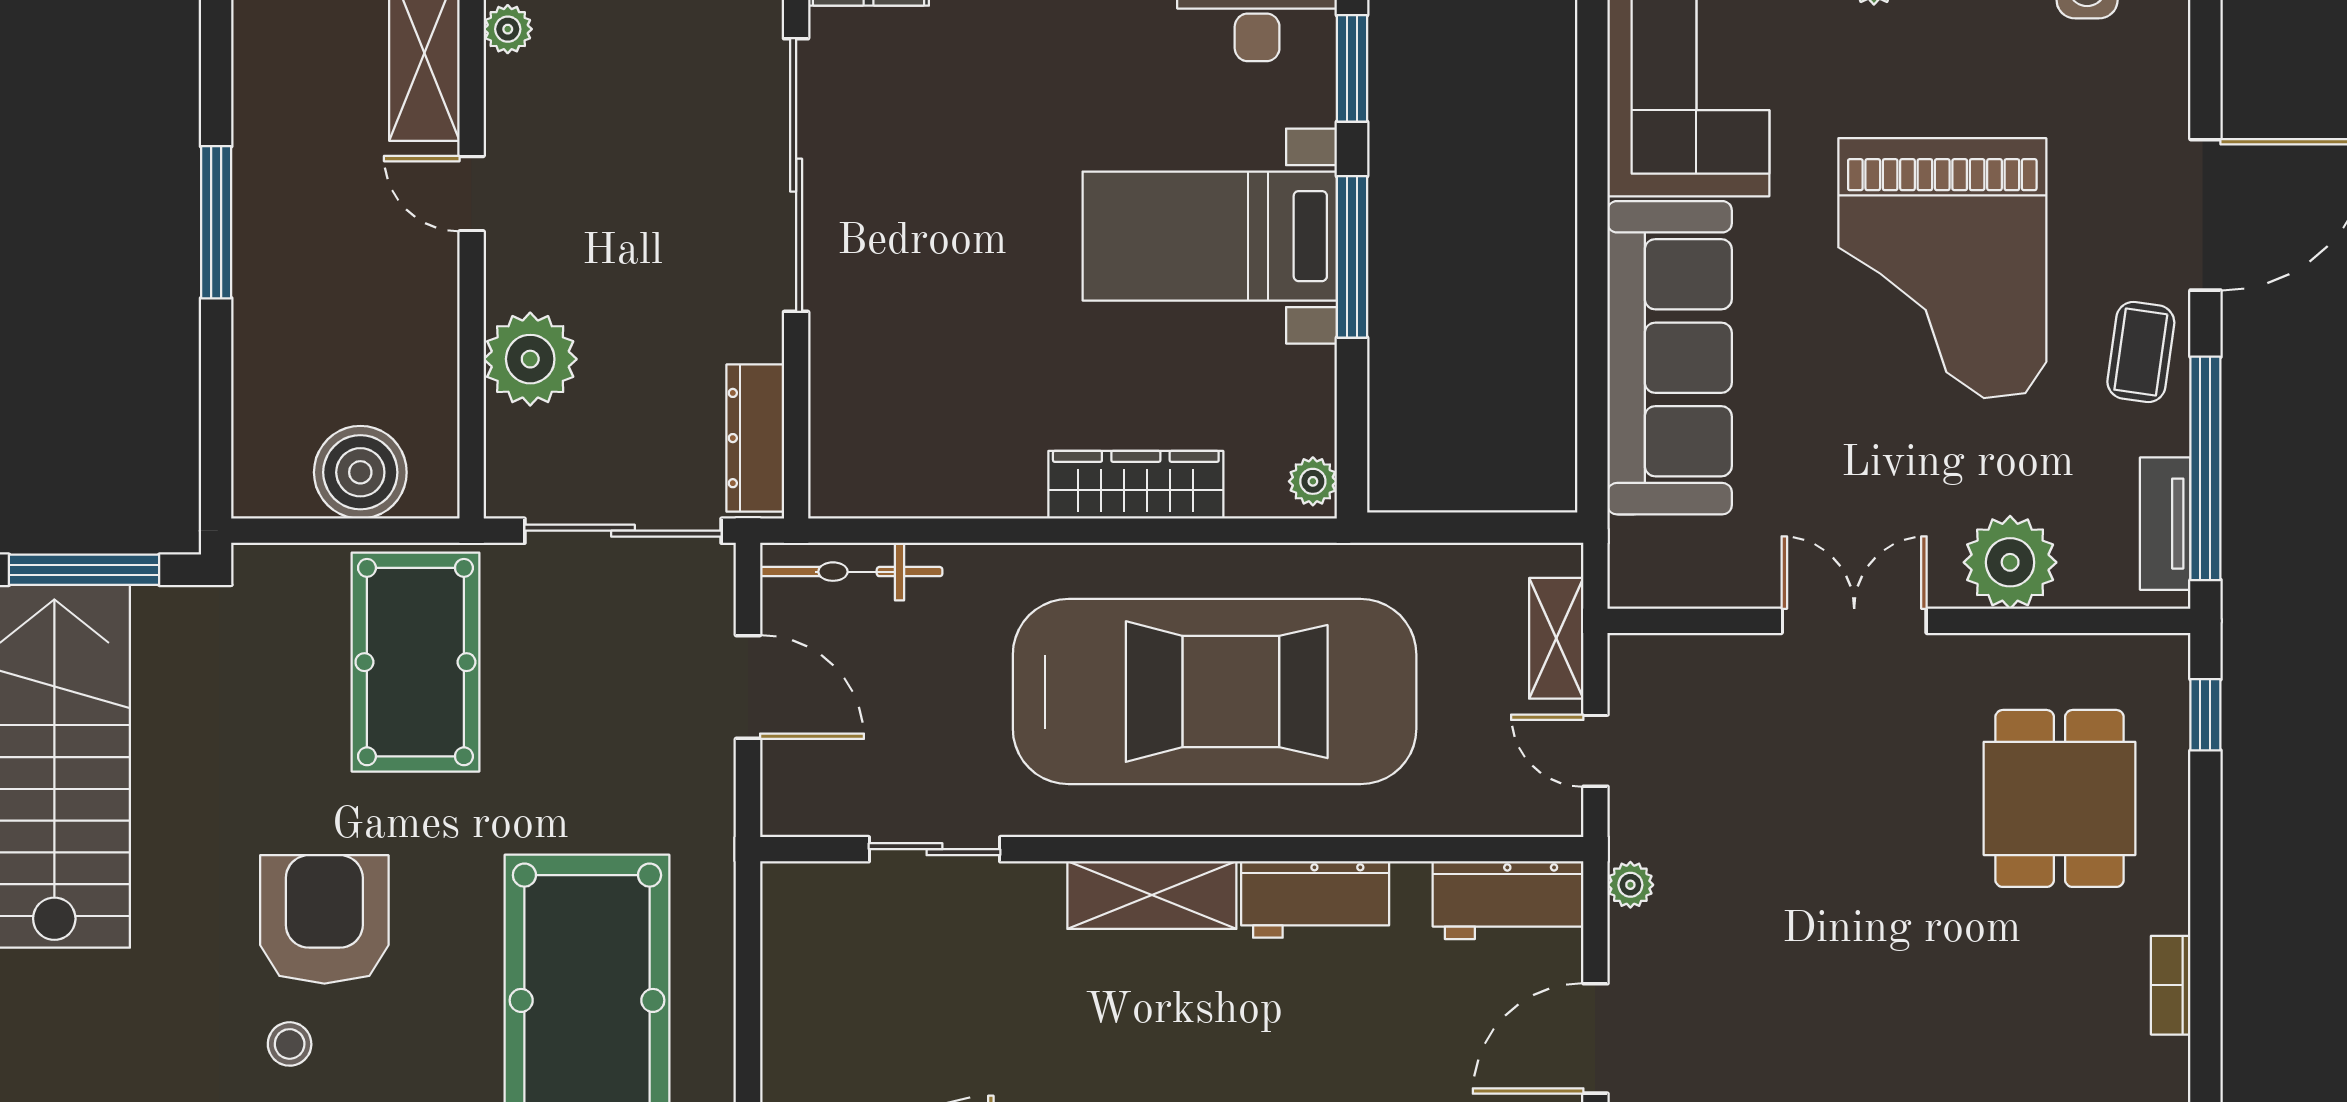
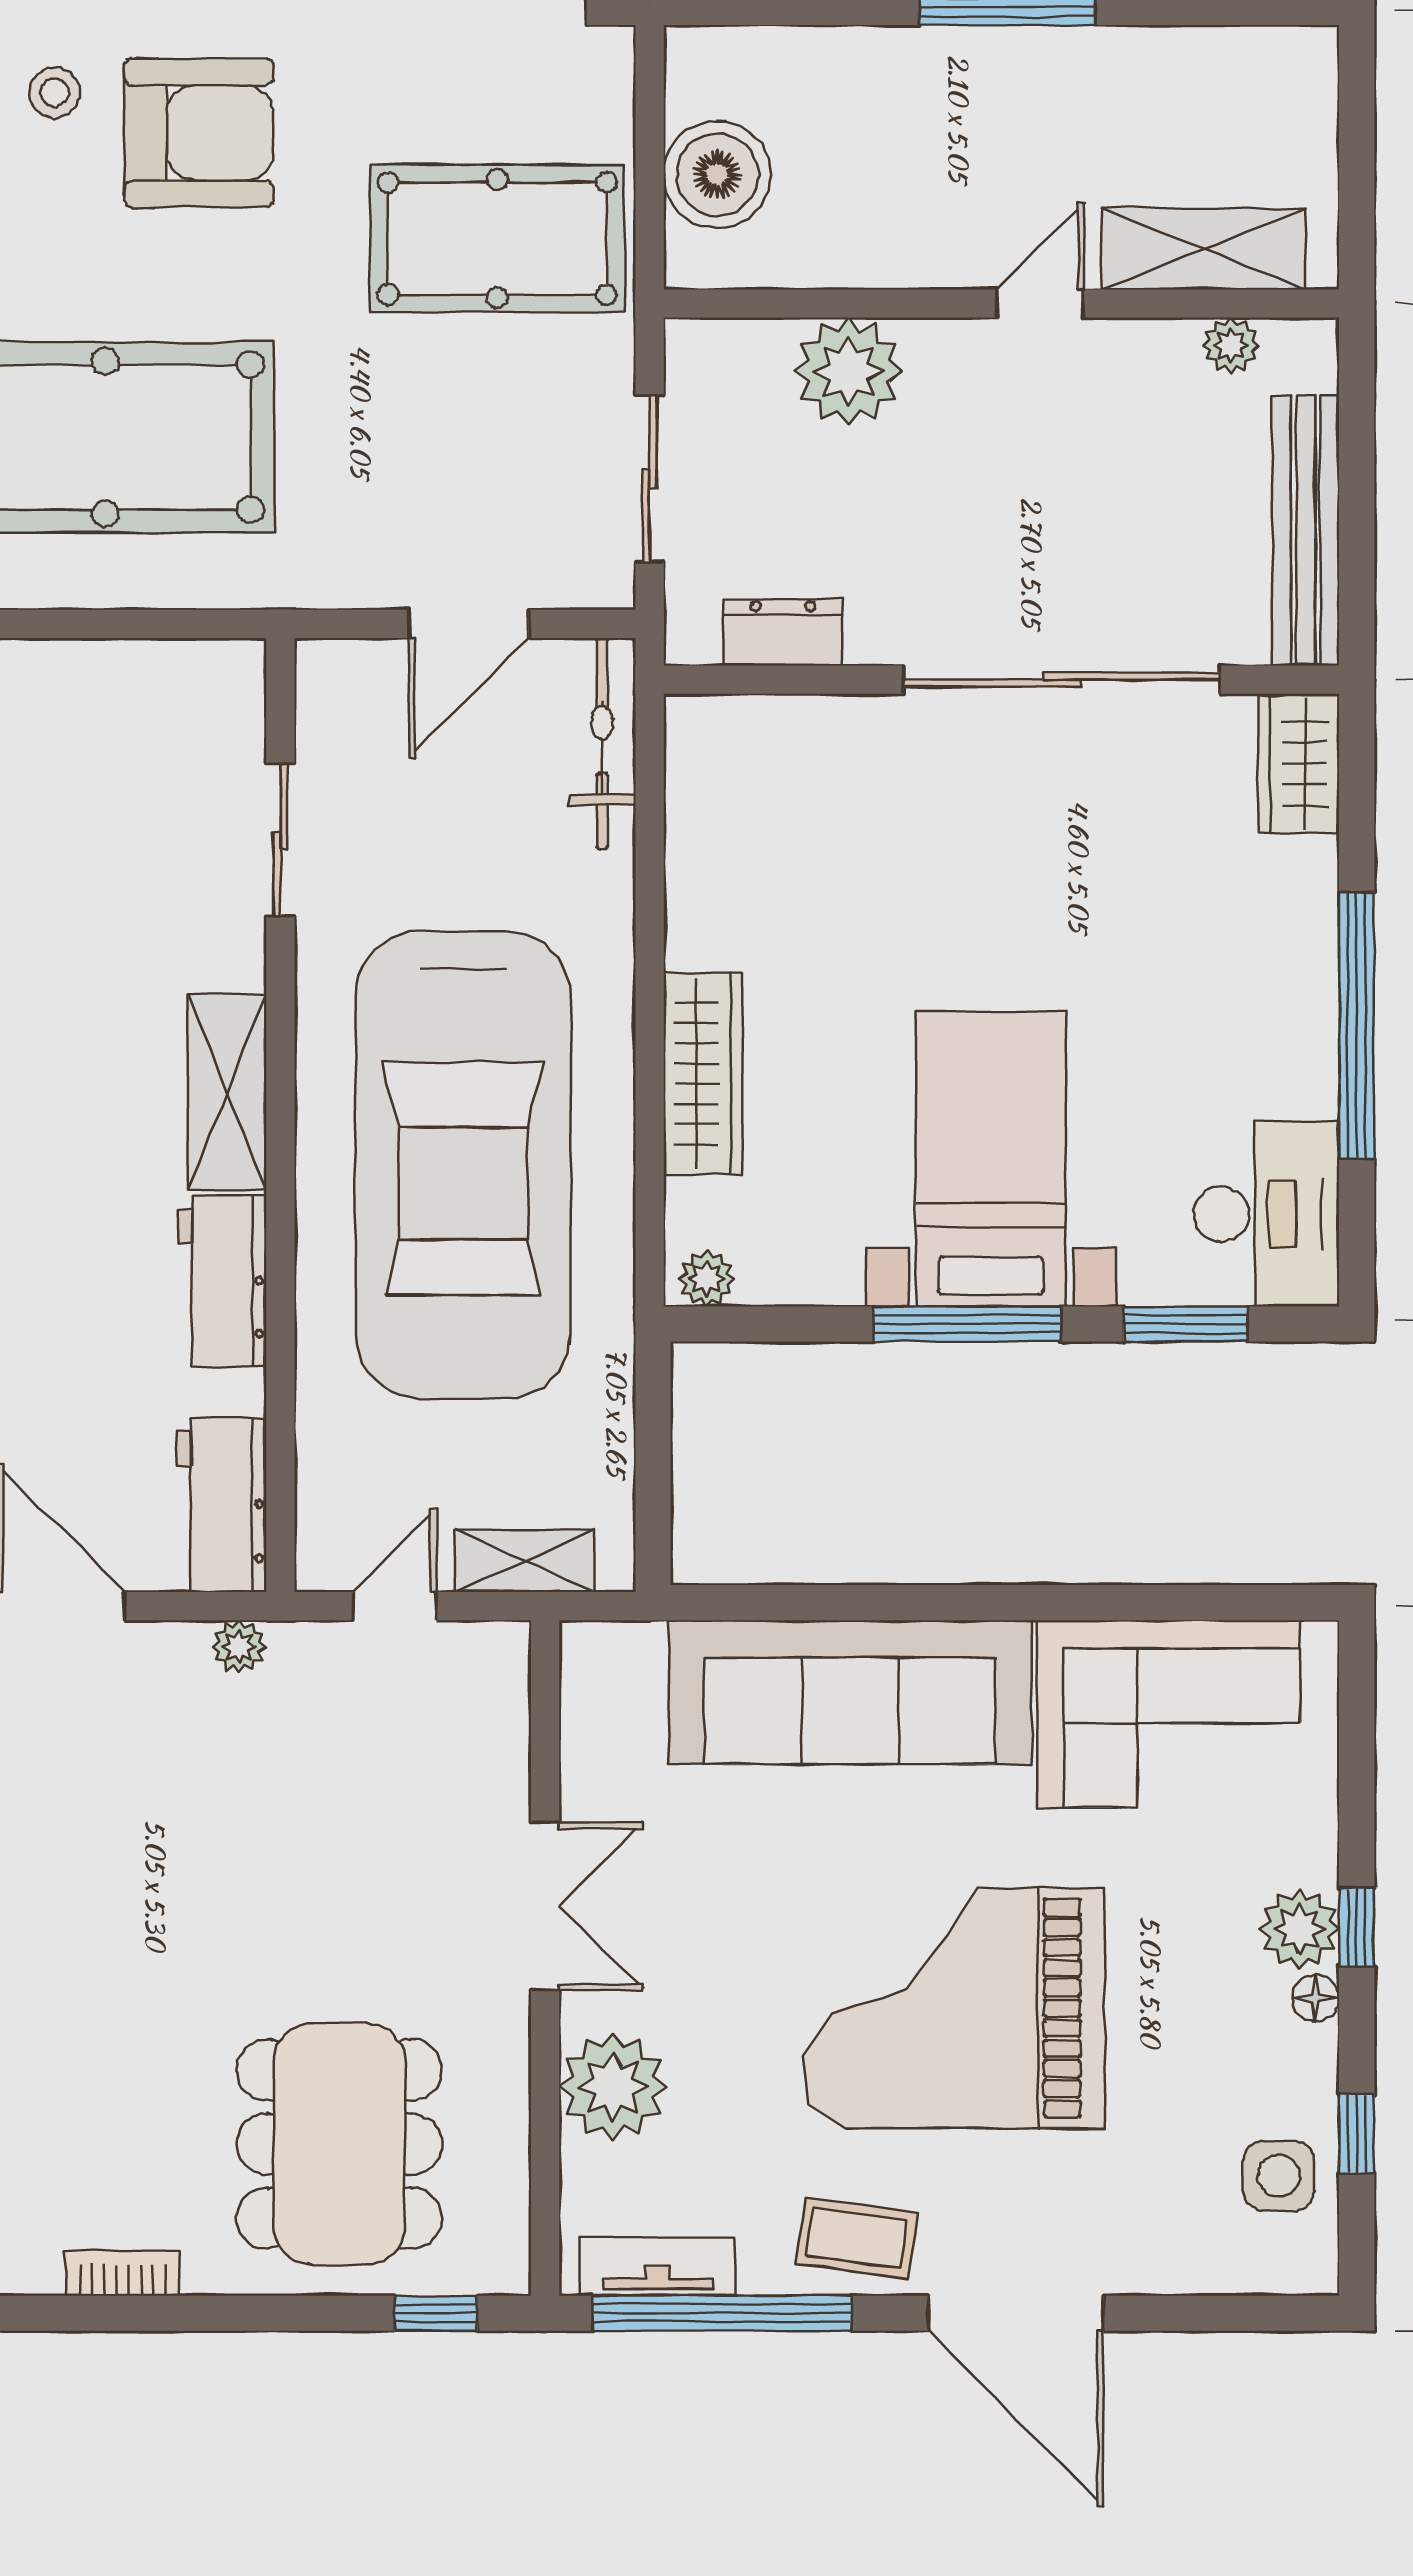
dresser: (755, 438) -> (783, 632), width x0.70
sliding door: (623, 531) -> (650, 479), width x0.73
dining table: (2060, 798) -> (339, 2144), width x1.38

